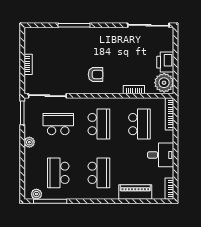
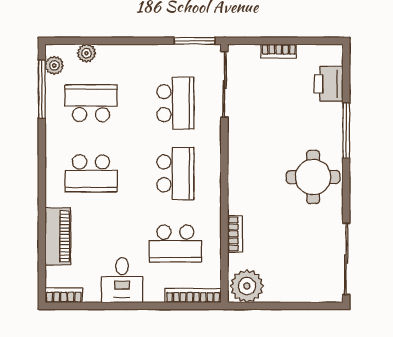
round table: (101, 44) -> (313, 177), added
printer: (165, 62) -> (329, 84), moved, turned -90
armchair: (96, 74) -> (261, 168), removed
school desk: (99, 124) -> (175, 173), turned -90
plant: (29, 142) -> (86, 53), moved

